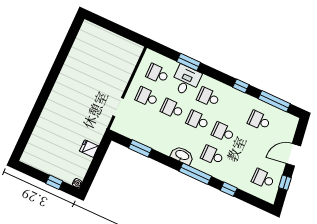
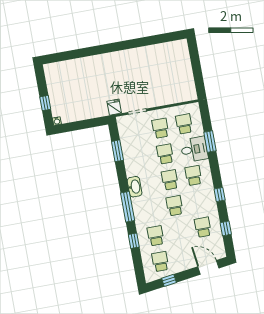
window: (274, 101) -> (226, 228), width x0.46
fridge: (89, 149) -> (114, 107), moved
school desk: (212, 155) -> (156, 236), moved
door: (293, 155) -> (208, 267), moved

